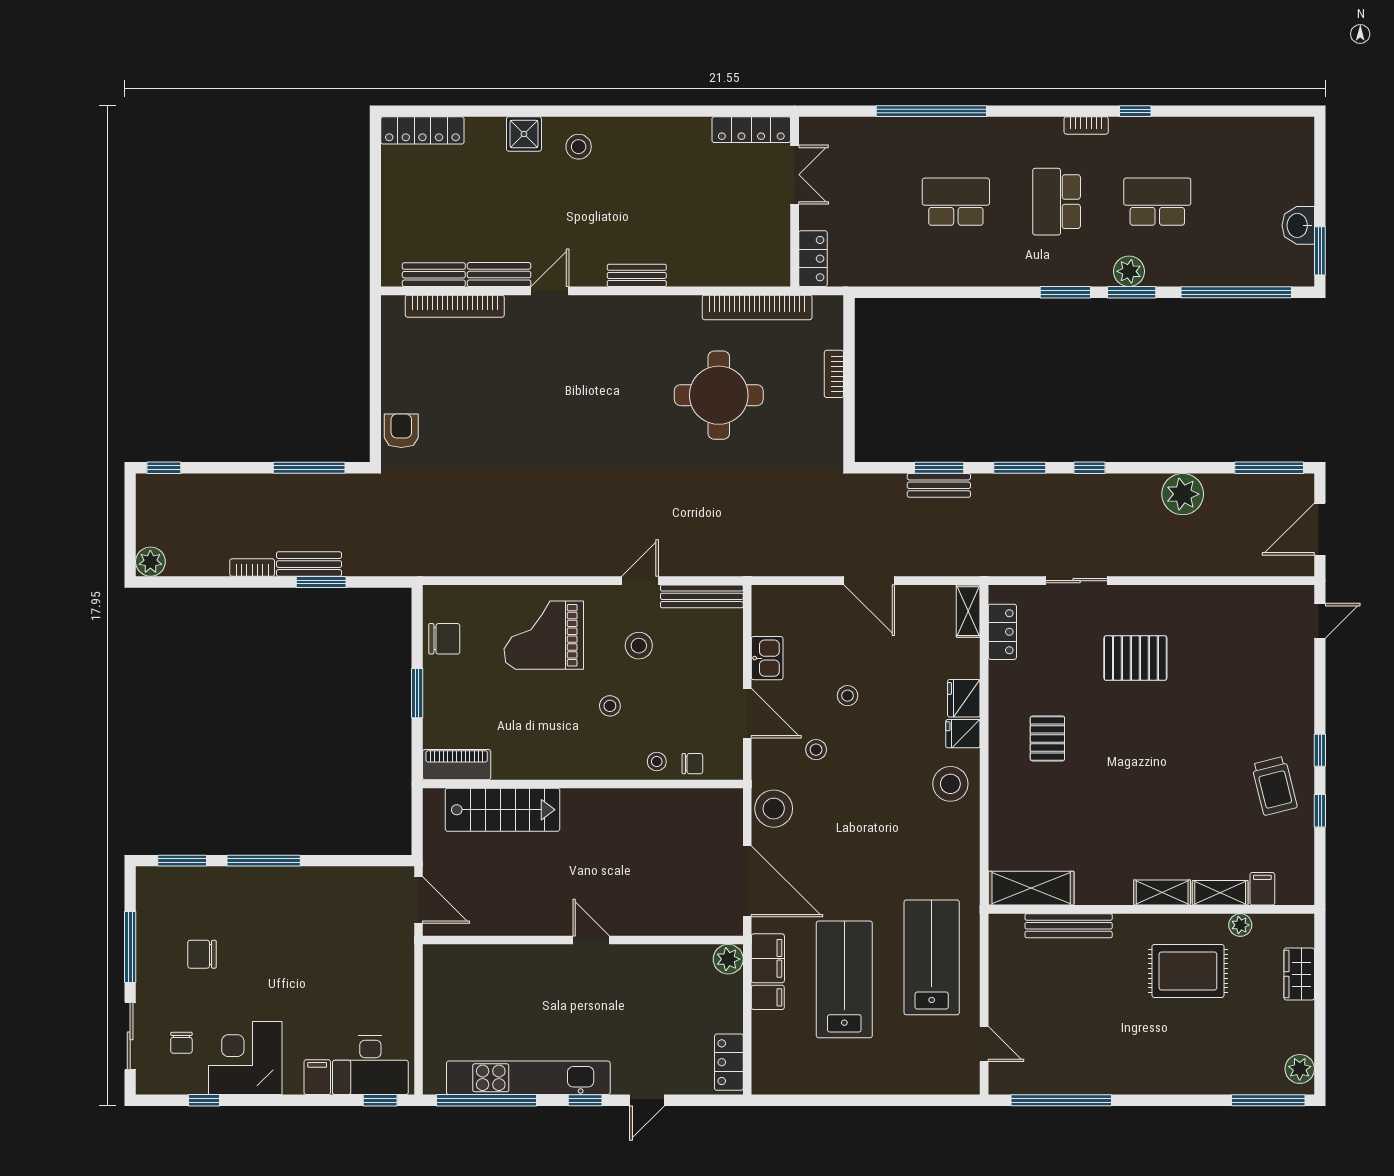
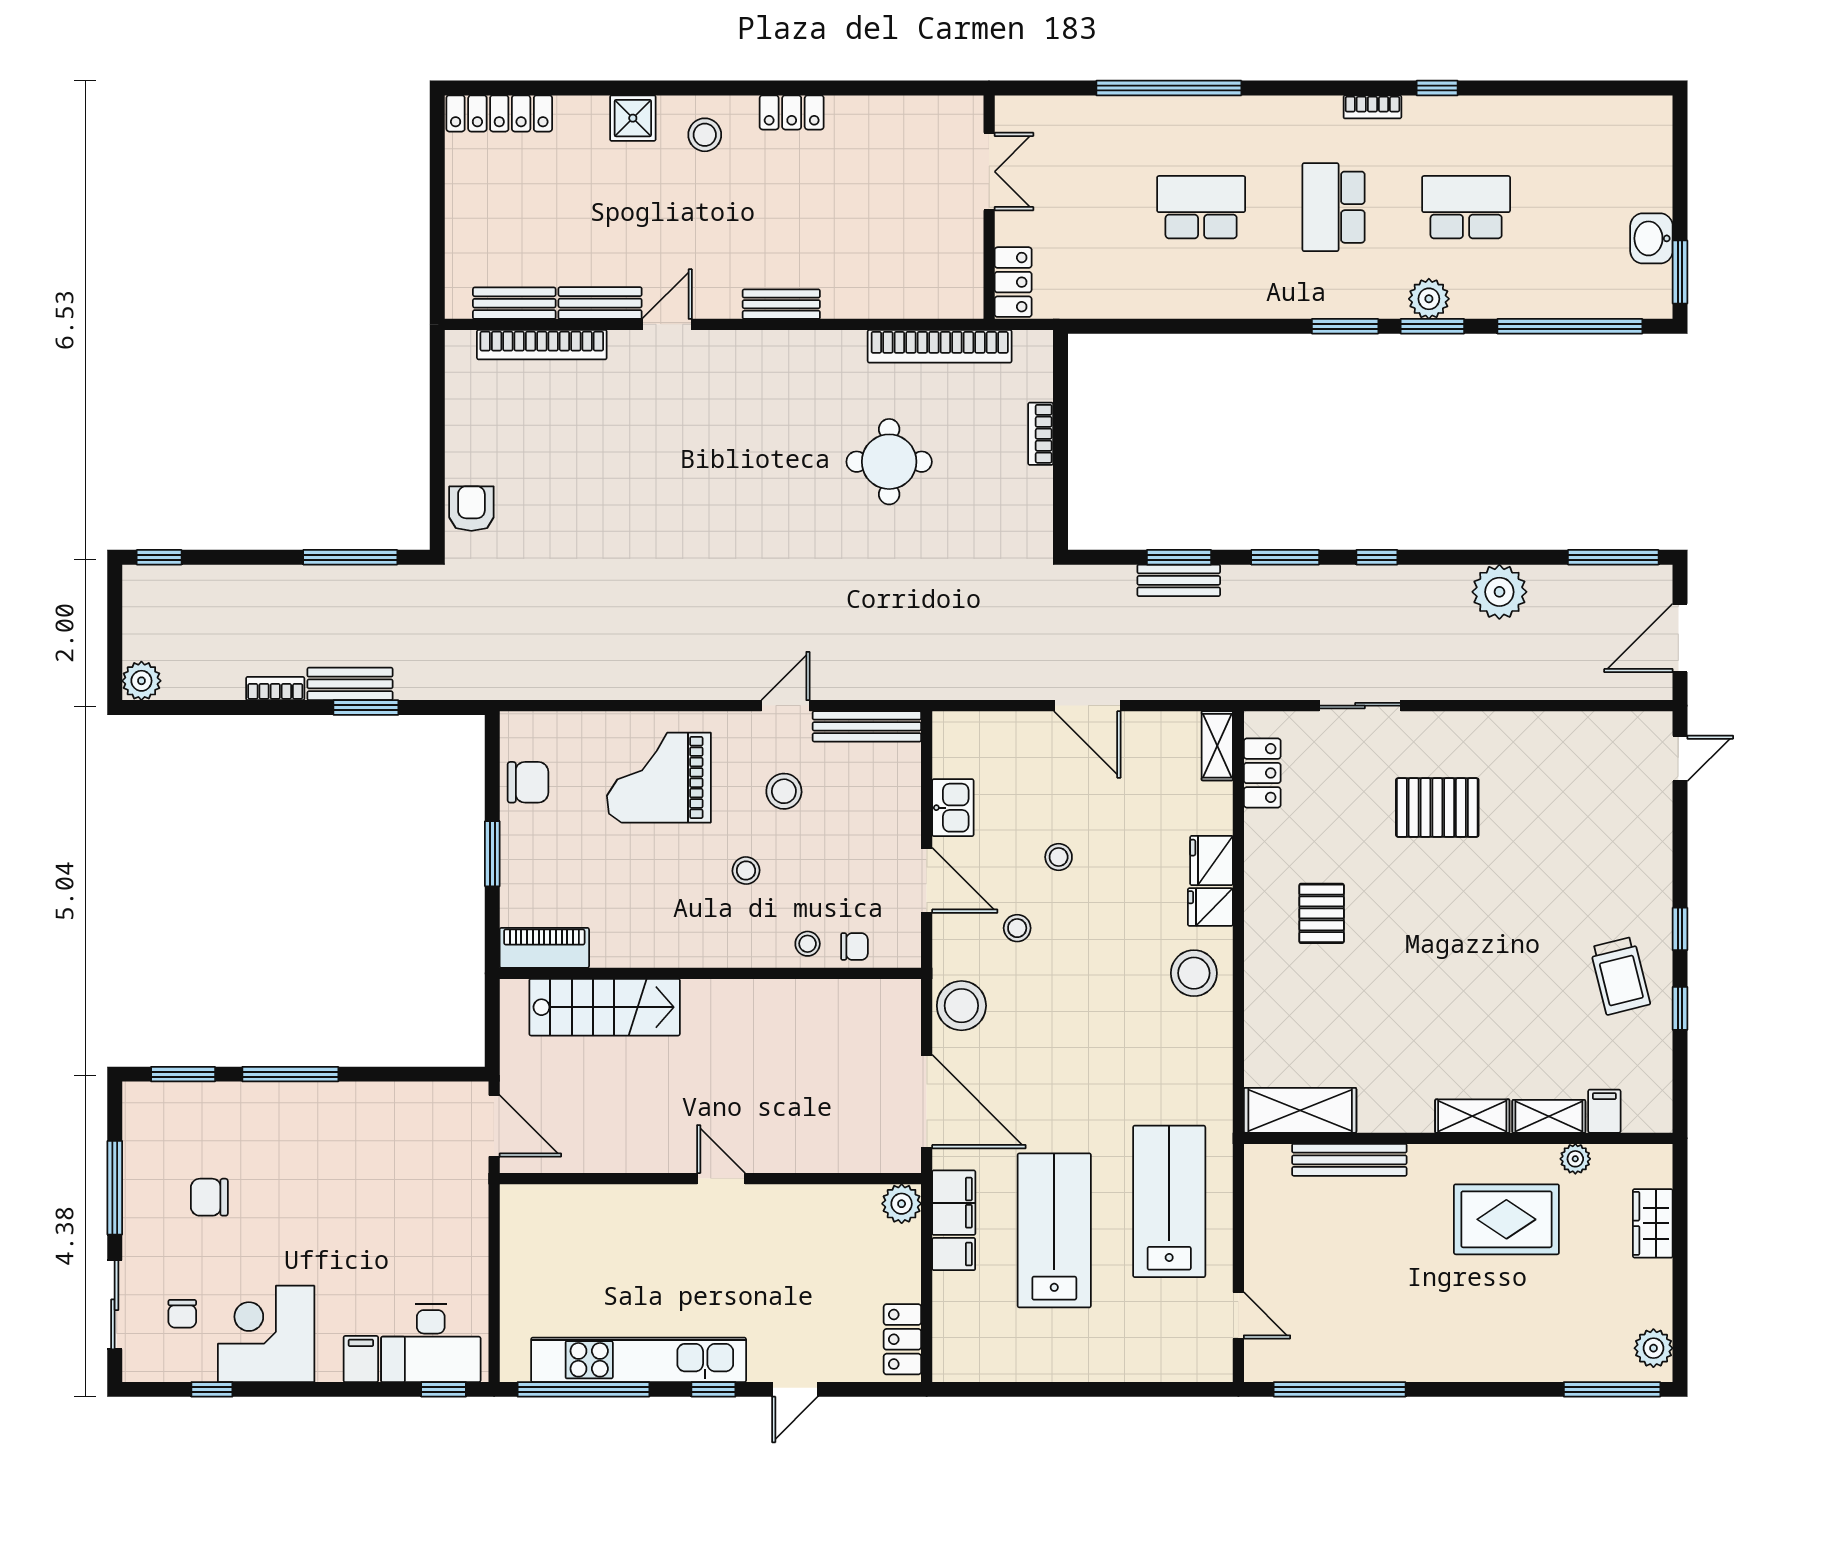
locker: (751, 130) -> (792, 112), moved, width x0.66
round table: (719, 395) -> (889, 462), width x0.73, depth x0.73

